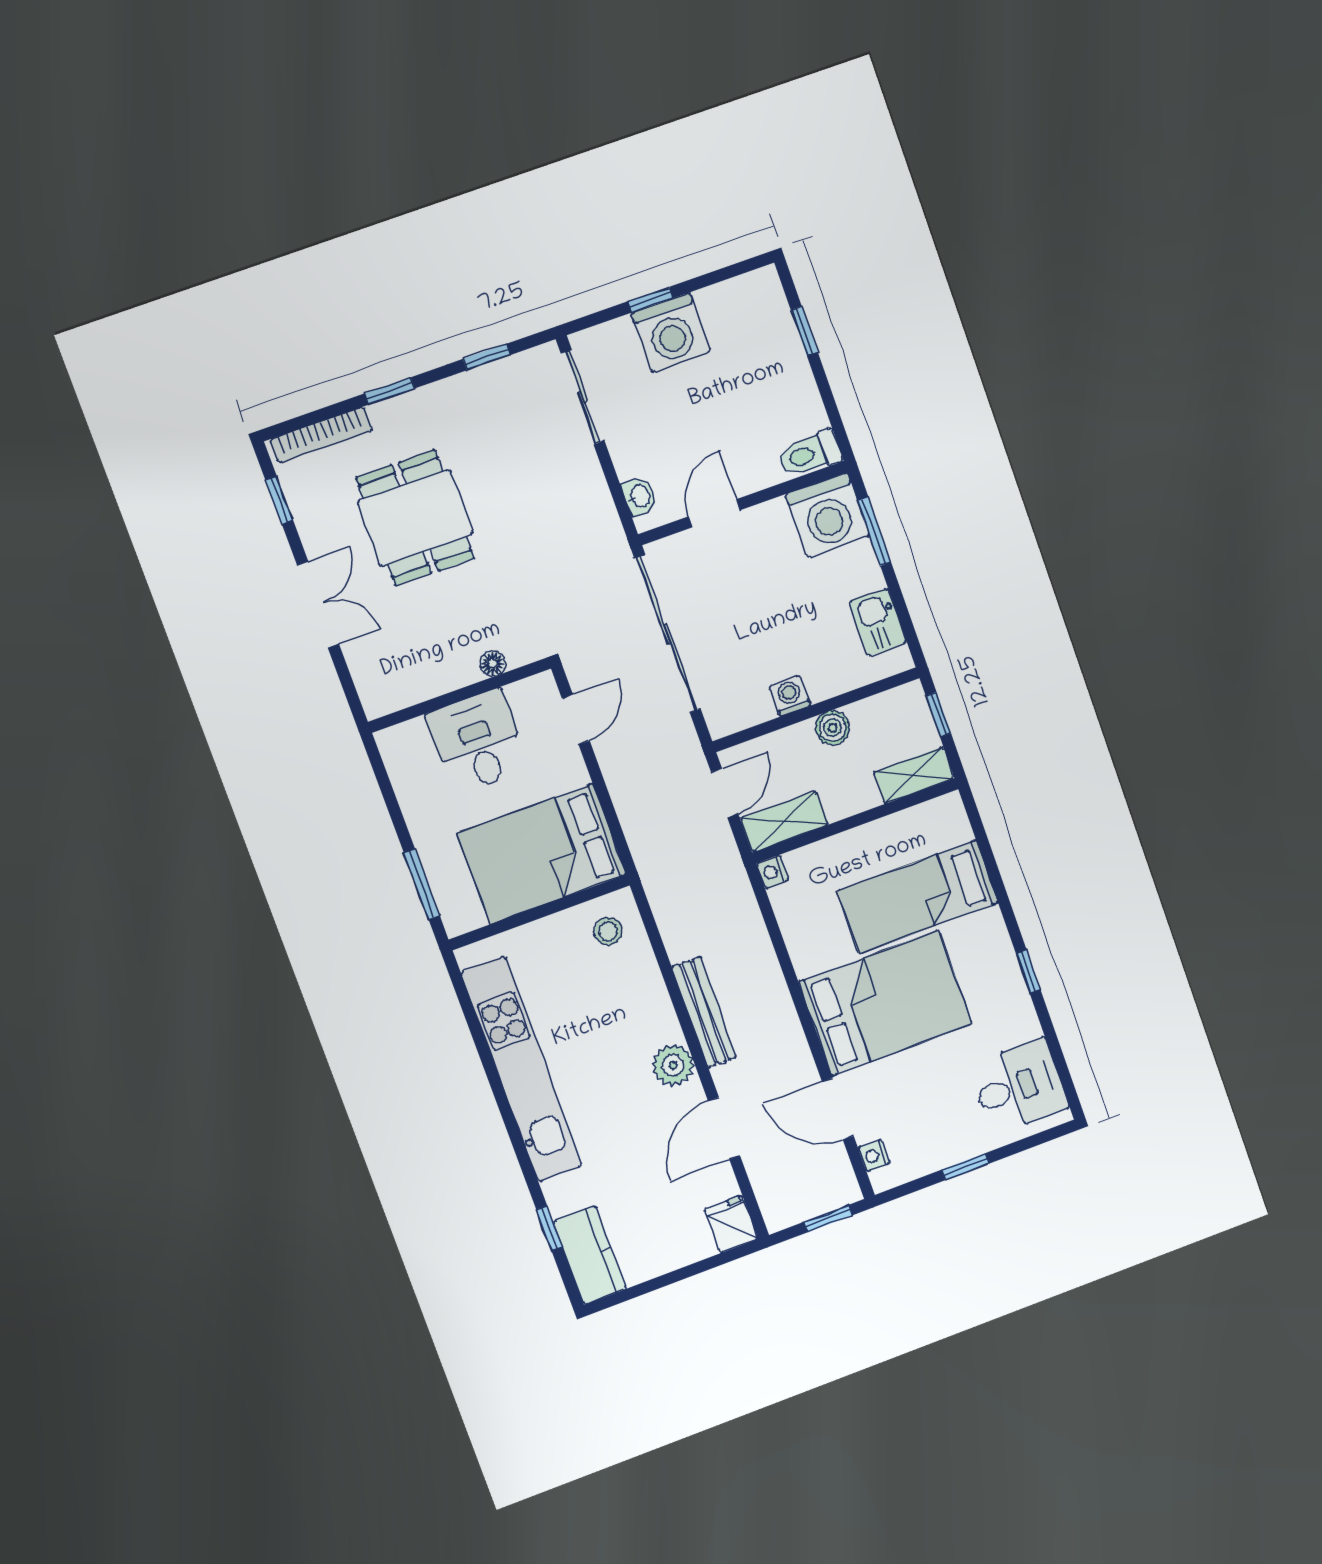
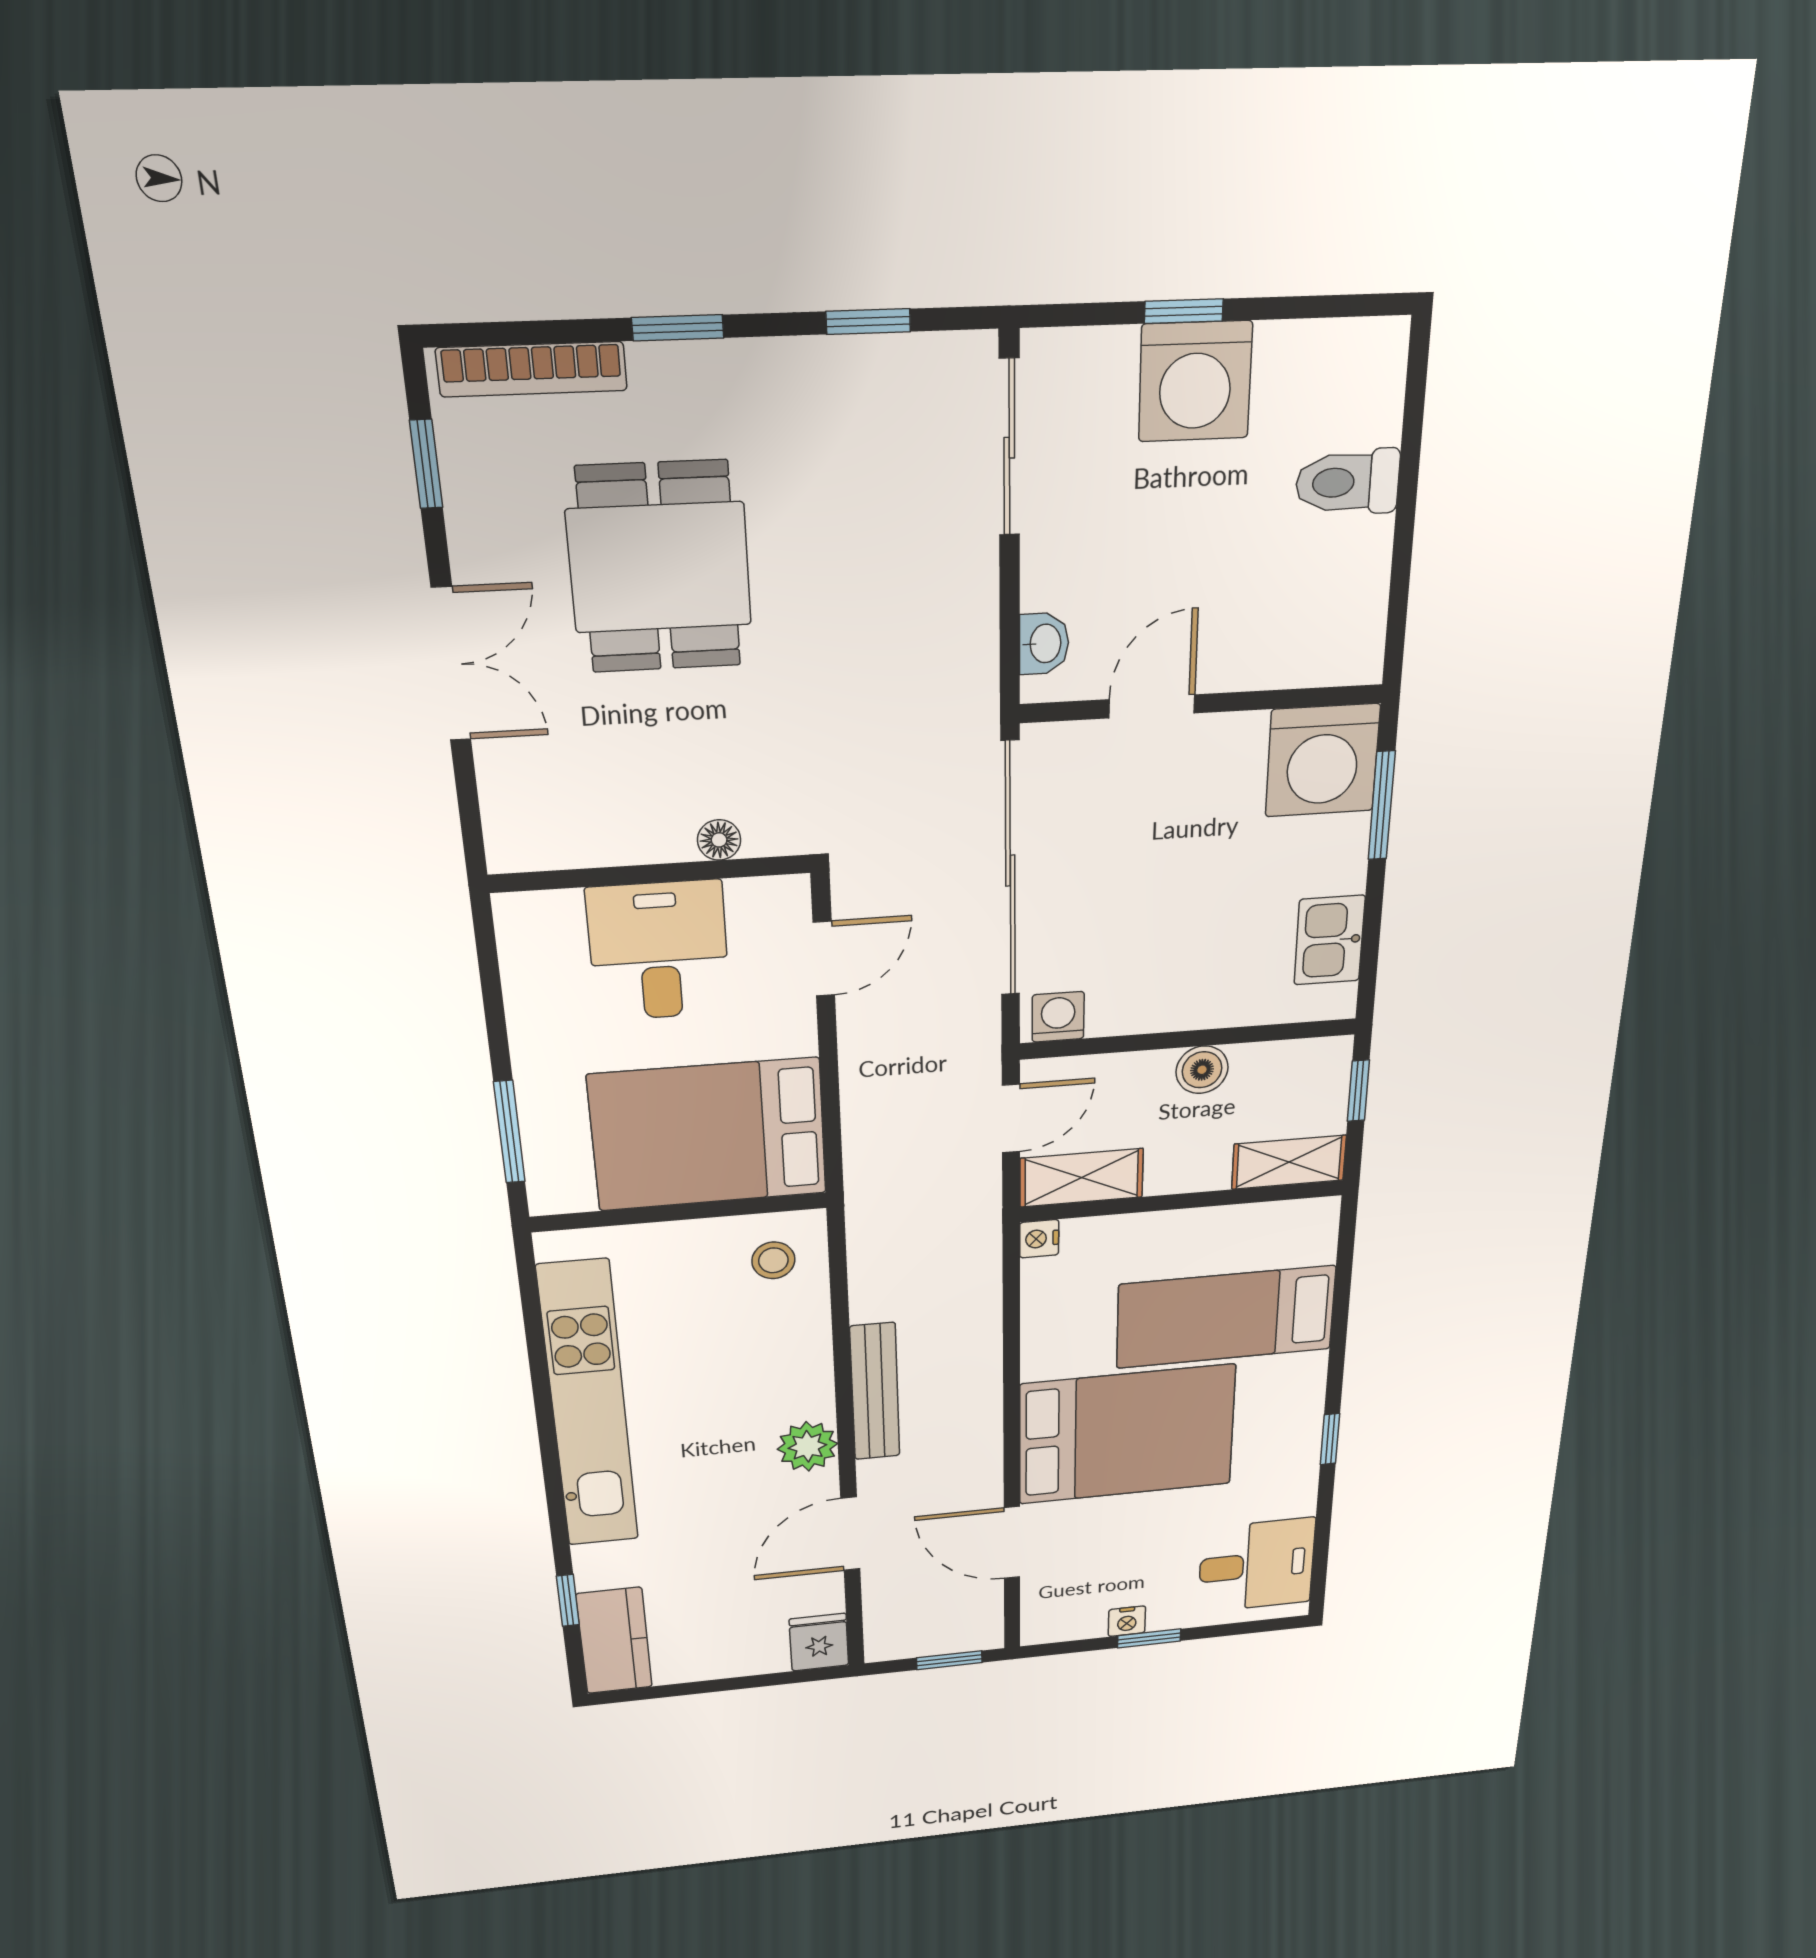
window: (804, 331) -> (1410, 451), removed
toilet: (810, 454) -> (1348, 482), moved
washing machine: (790, 696) -> (1058, 1017), moved
nightstand: (874, 1155) -> (1127, 1621), moved, turned -90

